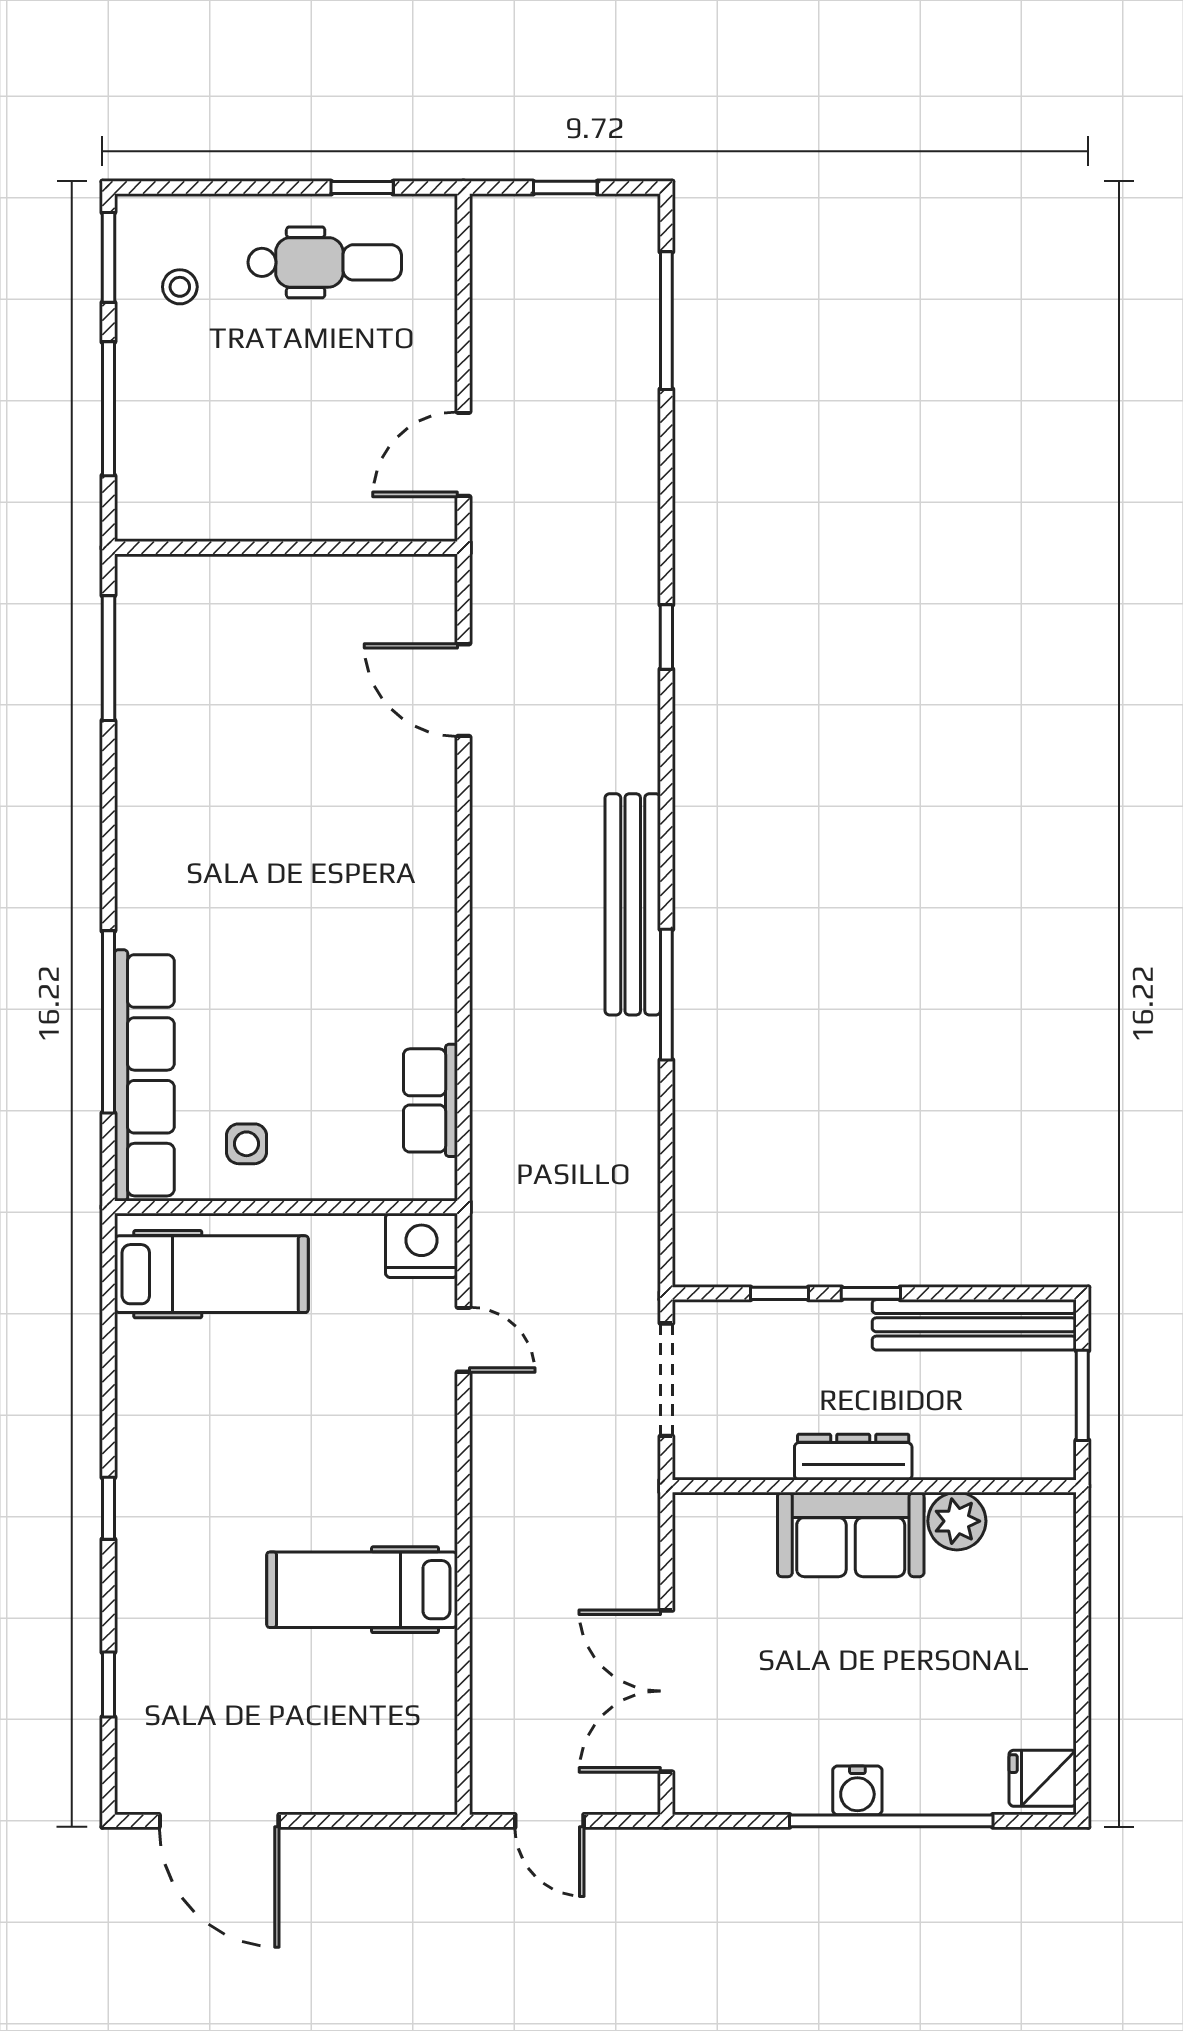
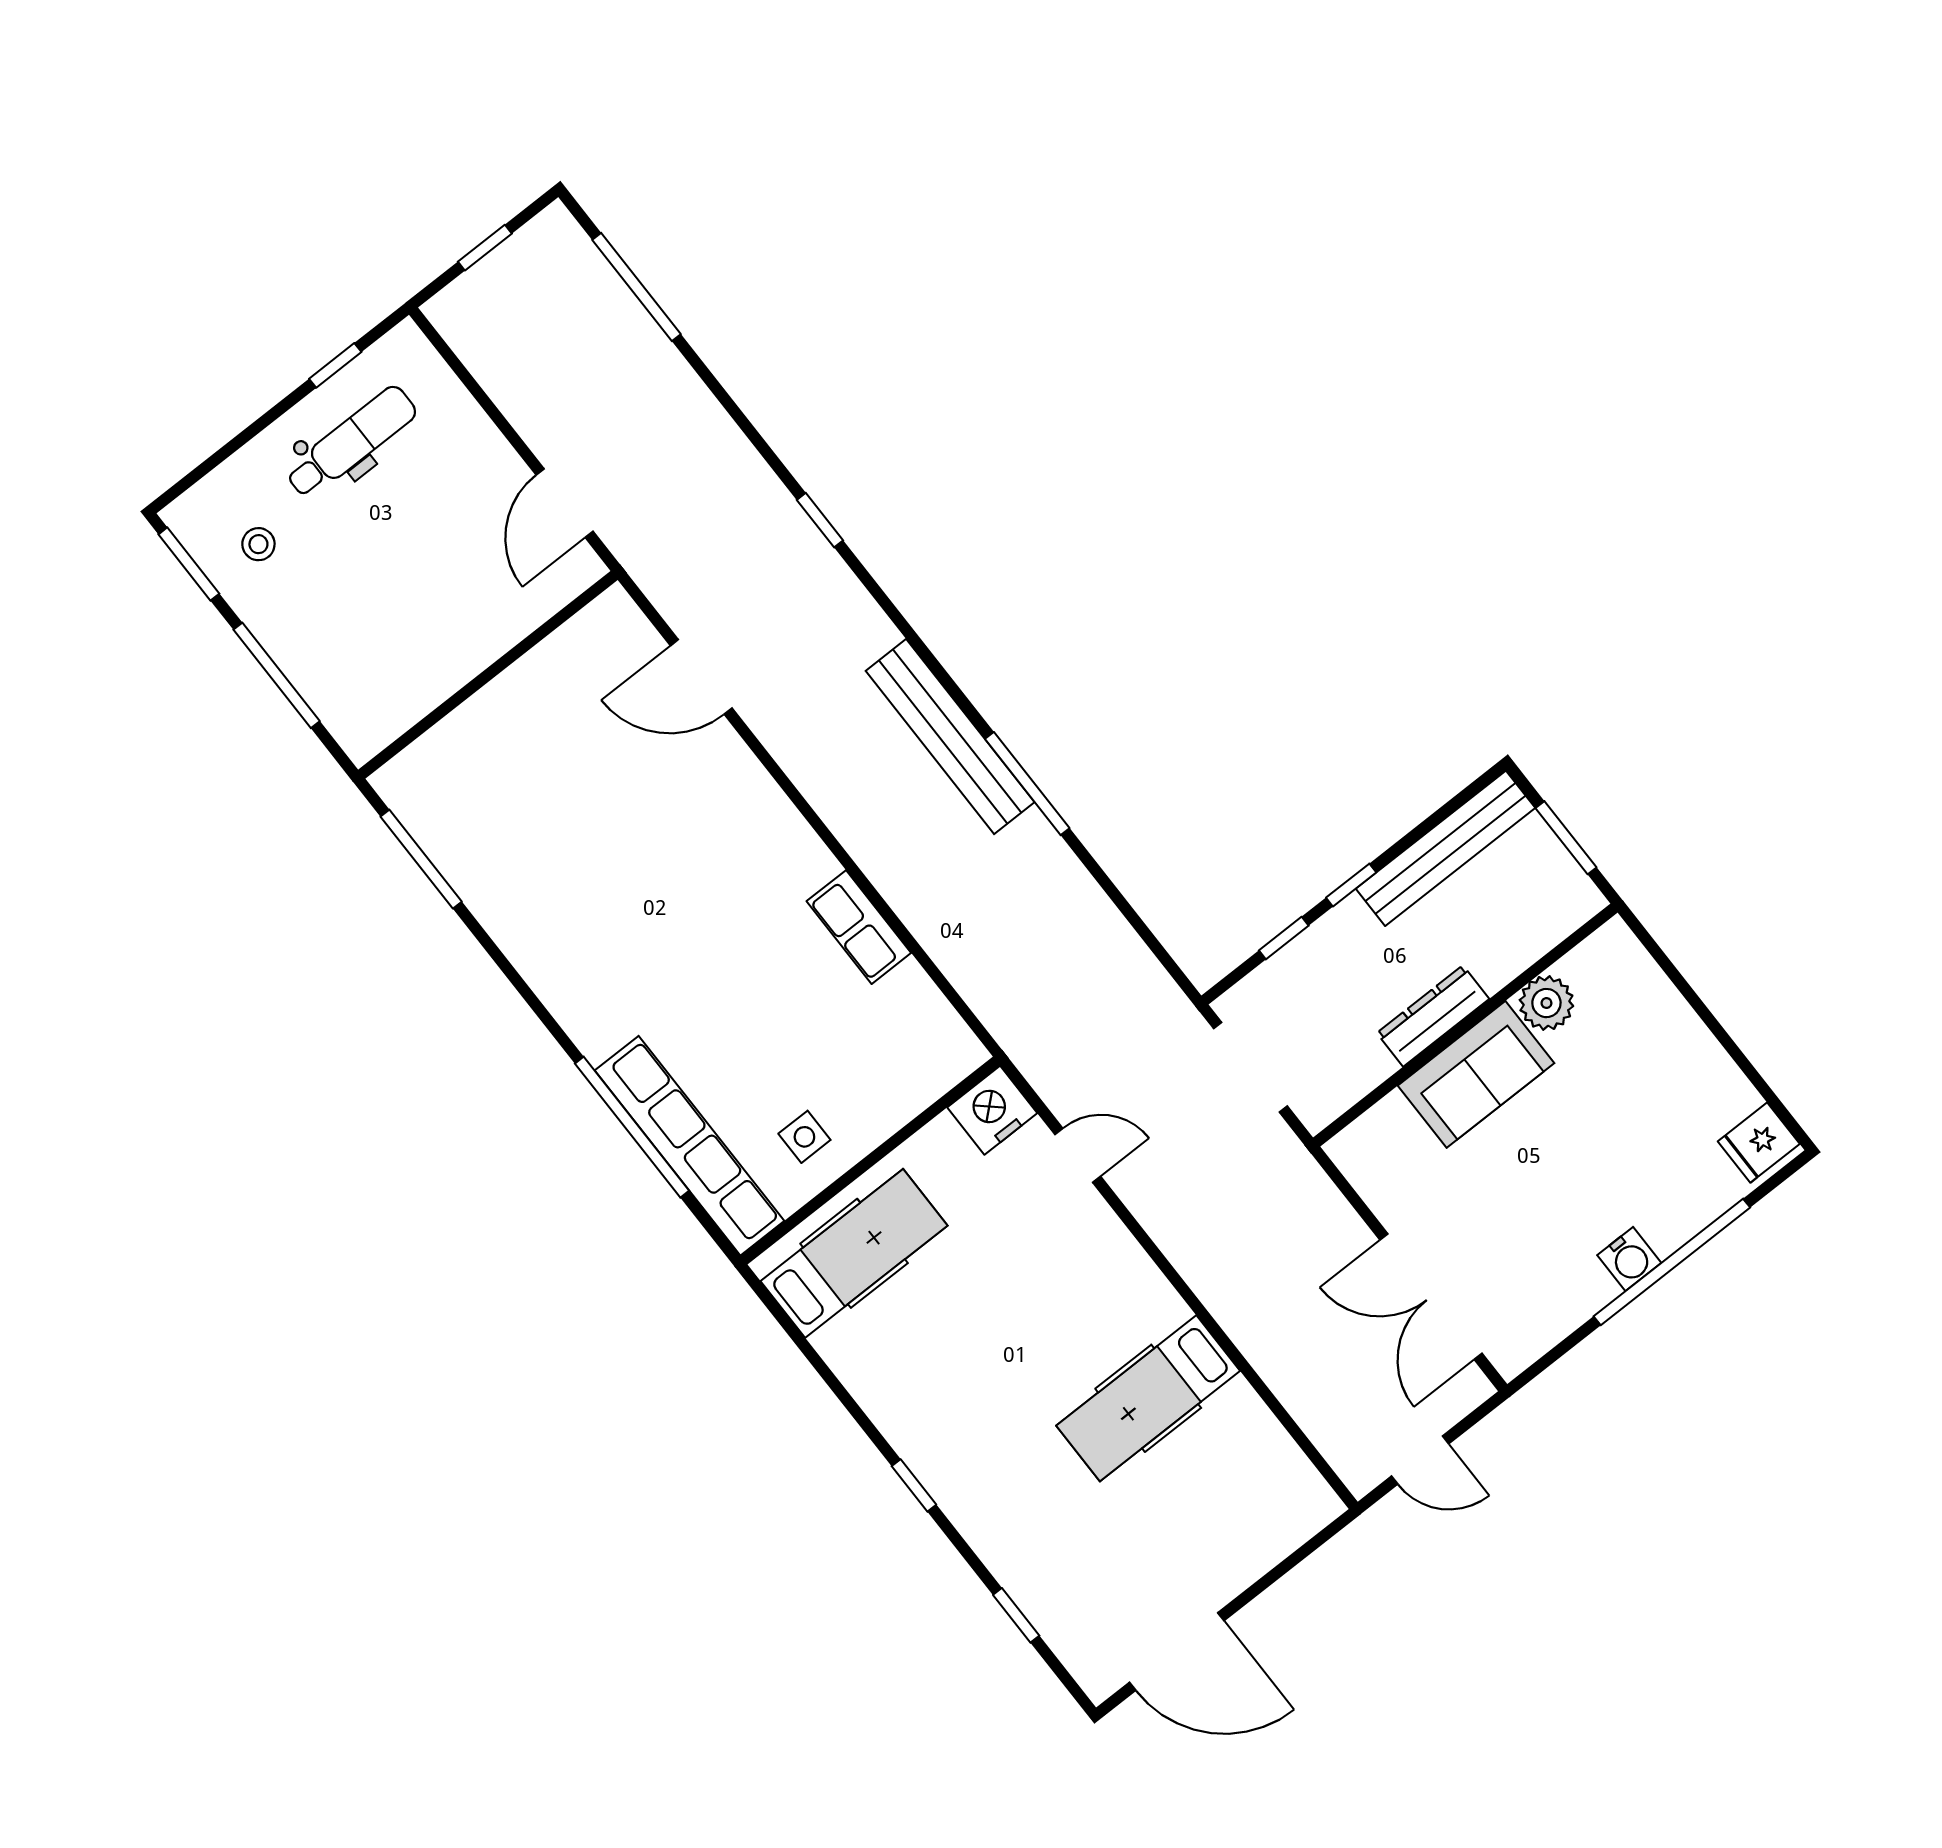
row of seats: (431, 1100) -> (859, 927), moved

